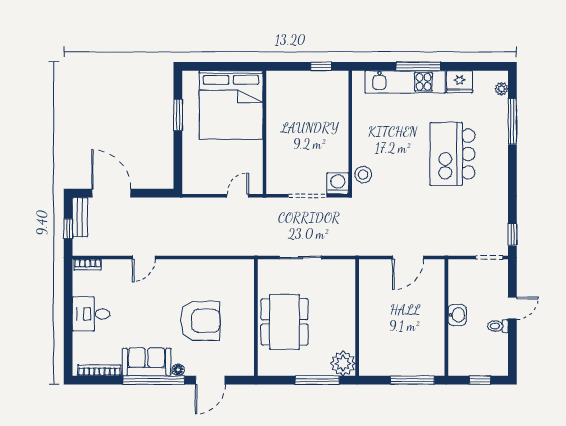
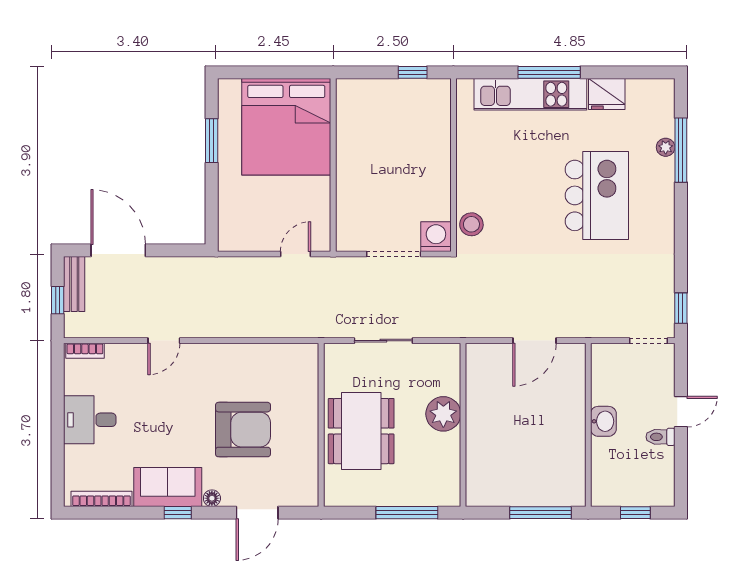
plant: (501, 89) -> (666, 147), moved
kitchen island: (452, 154) -> (597, 195), turned 180
plant: (343, 363) -> (443, 414), moved
window: (154, 380) -> (178, 513), width x0.32

